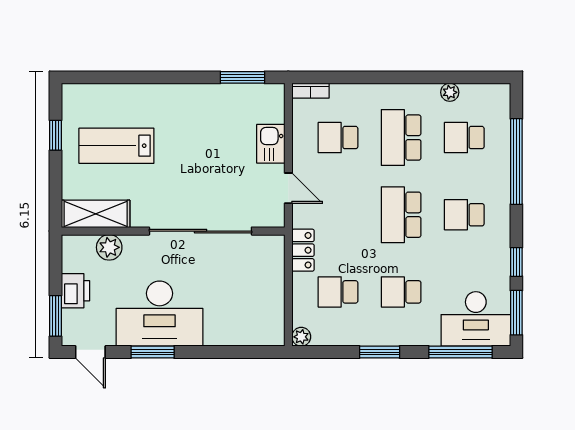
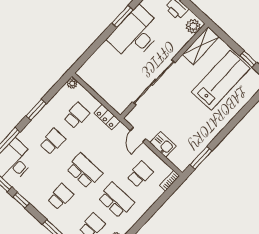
lab bench: (116, 146) -> (221, 80), width x1.36, depth x1.39
door: (288, 188) -> (138, 135), hinge flipped
plant: (109, 247) -> (193, 26), moved

